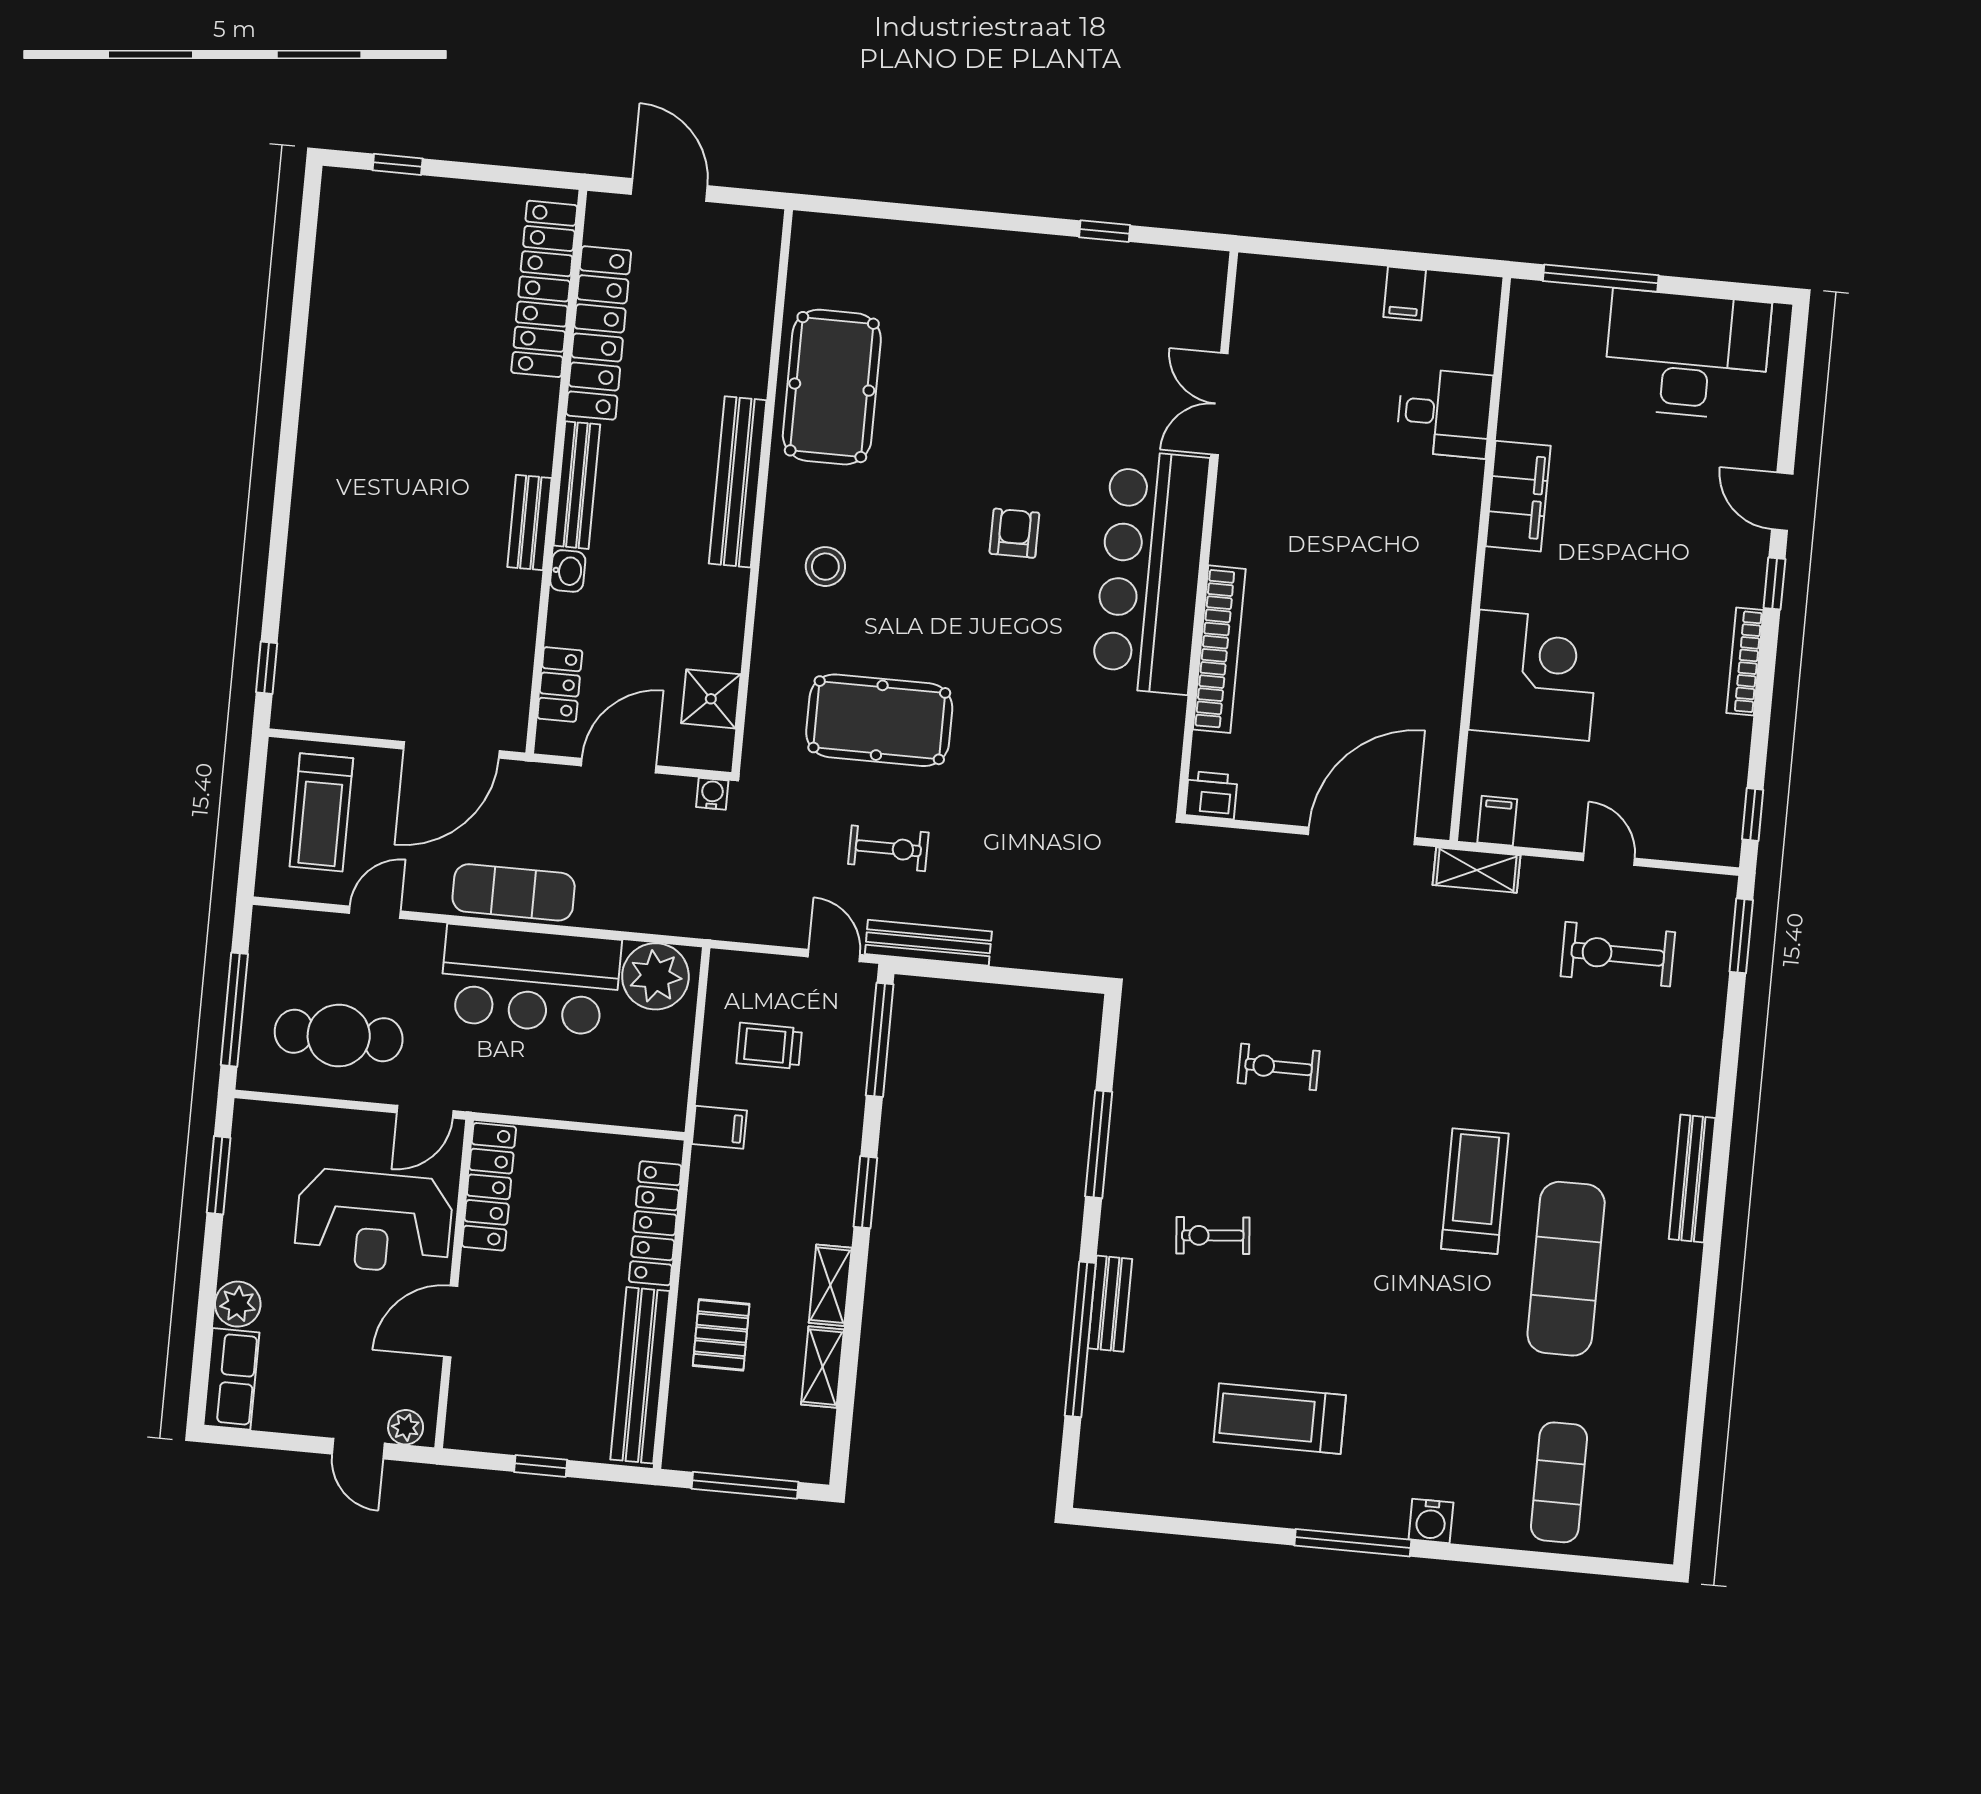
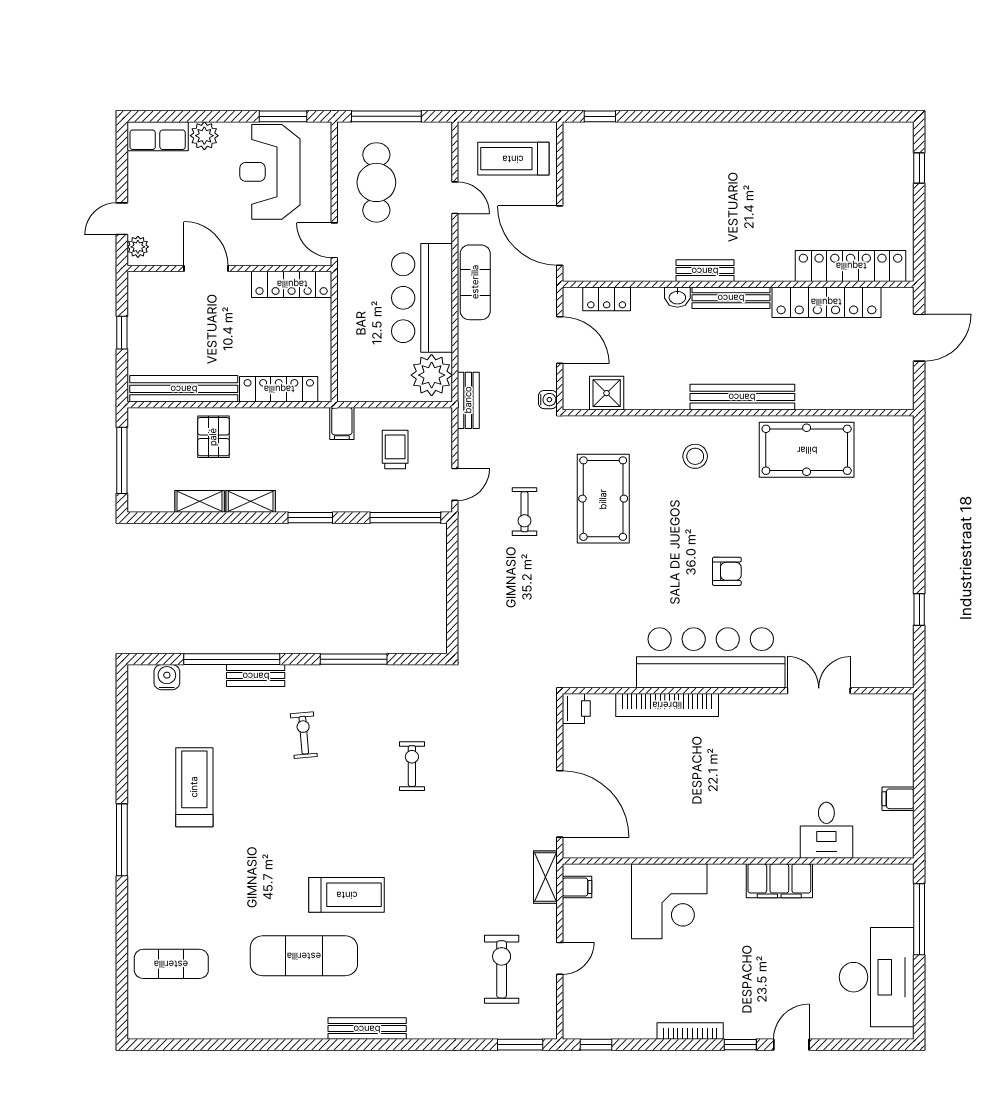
bench: (928, 943) -> (468, 400), moved, width x0.73
reception desk: (374, 1221) -> (270, 172), moved
pallet: (721, 1335) -> (213, 437), turned 90
water cooler: (1431, 1521) -> (167, 677), moved, turned 90

